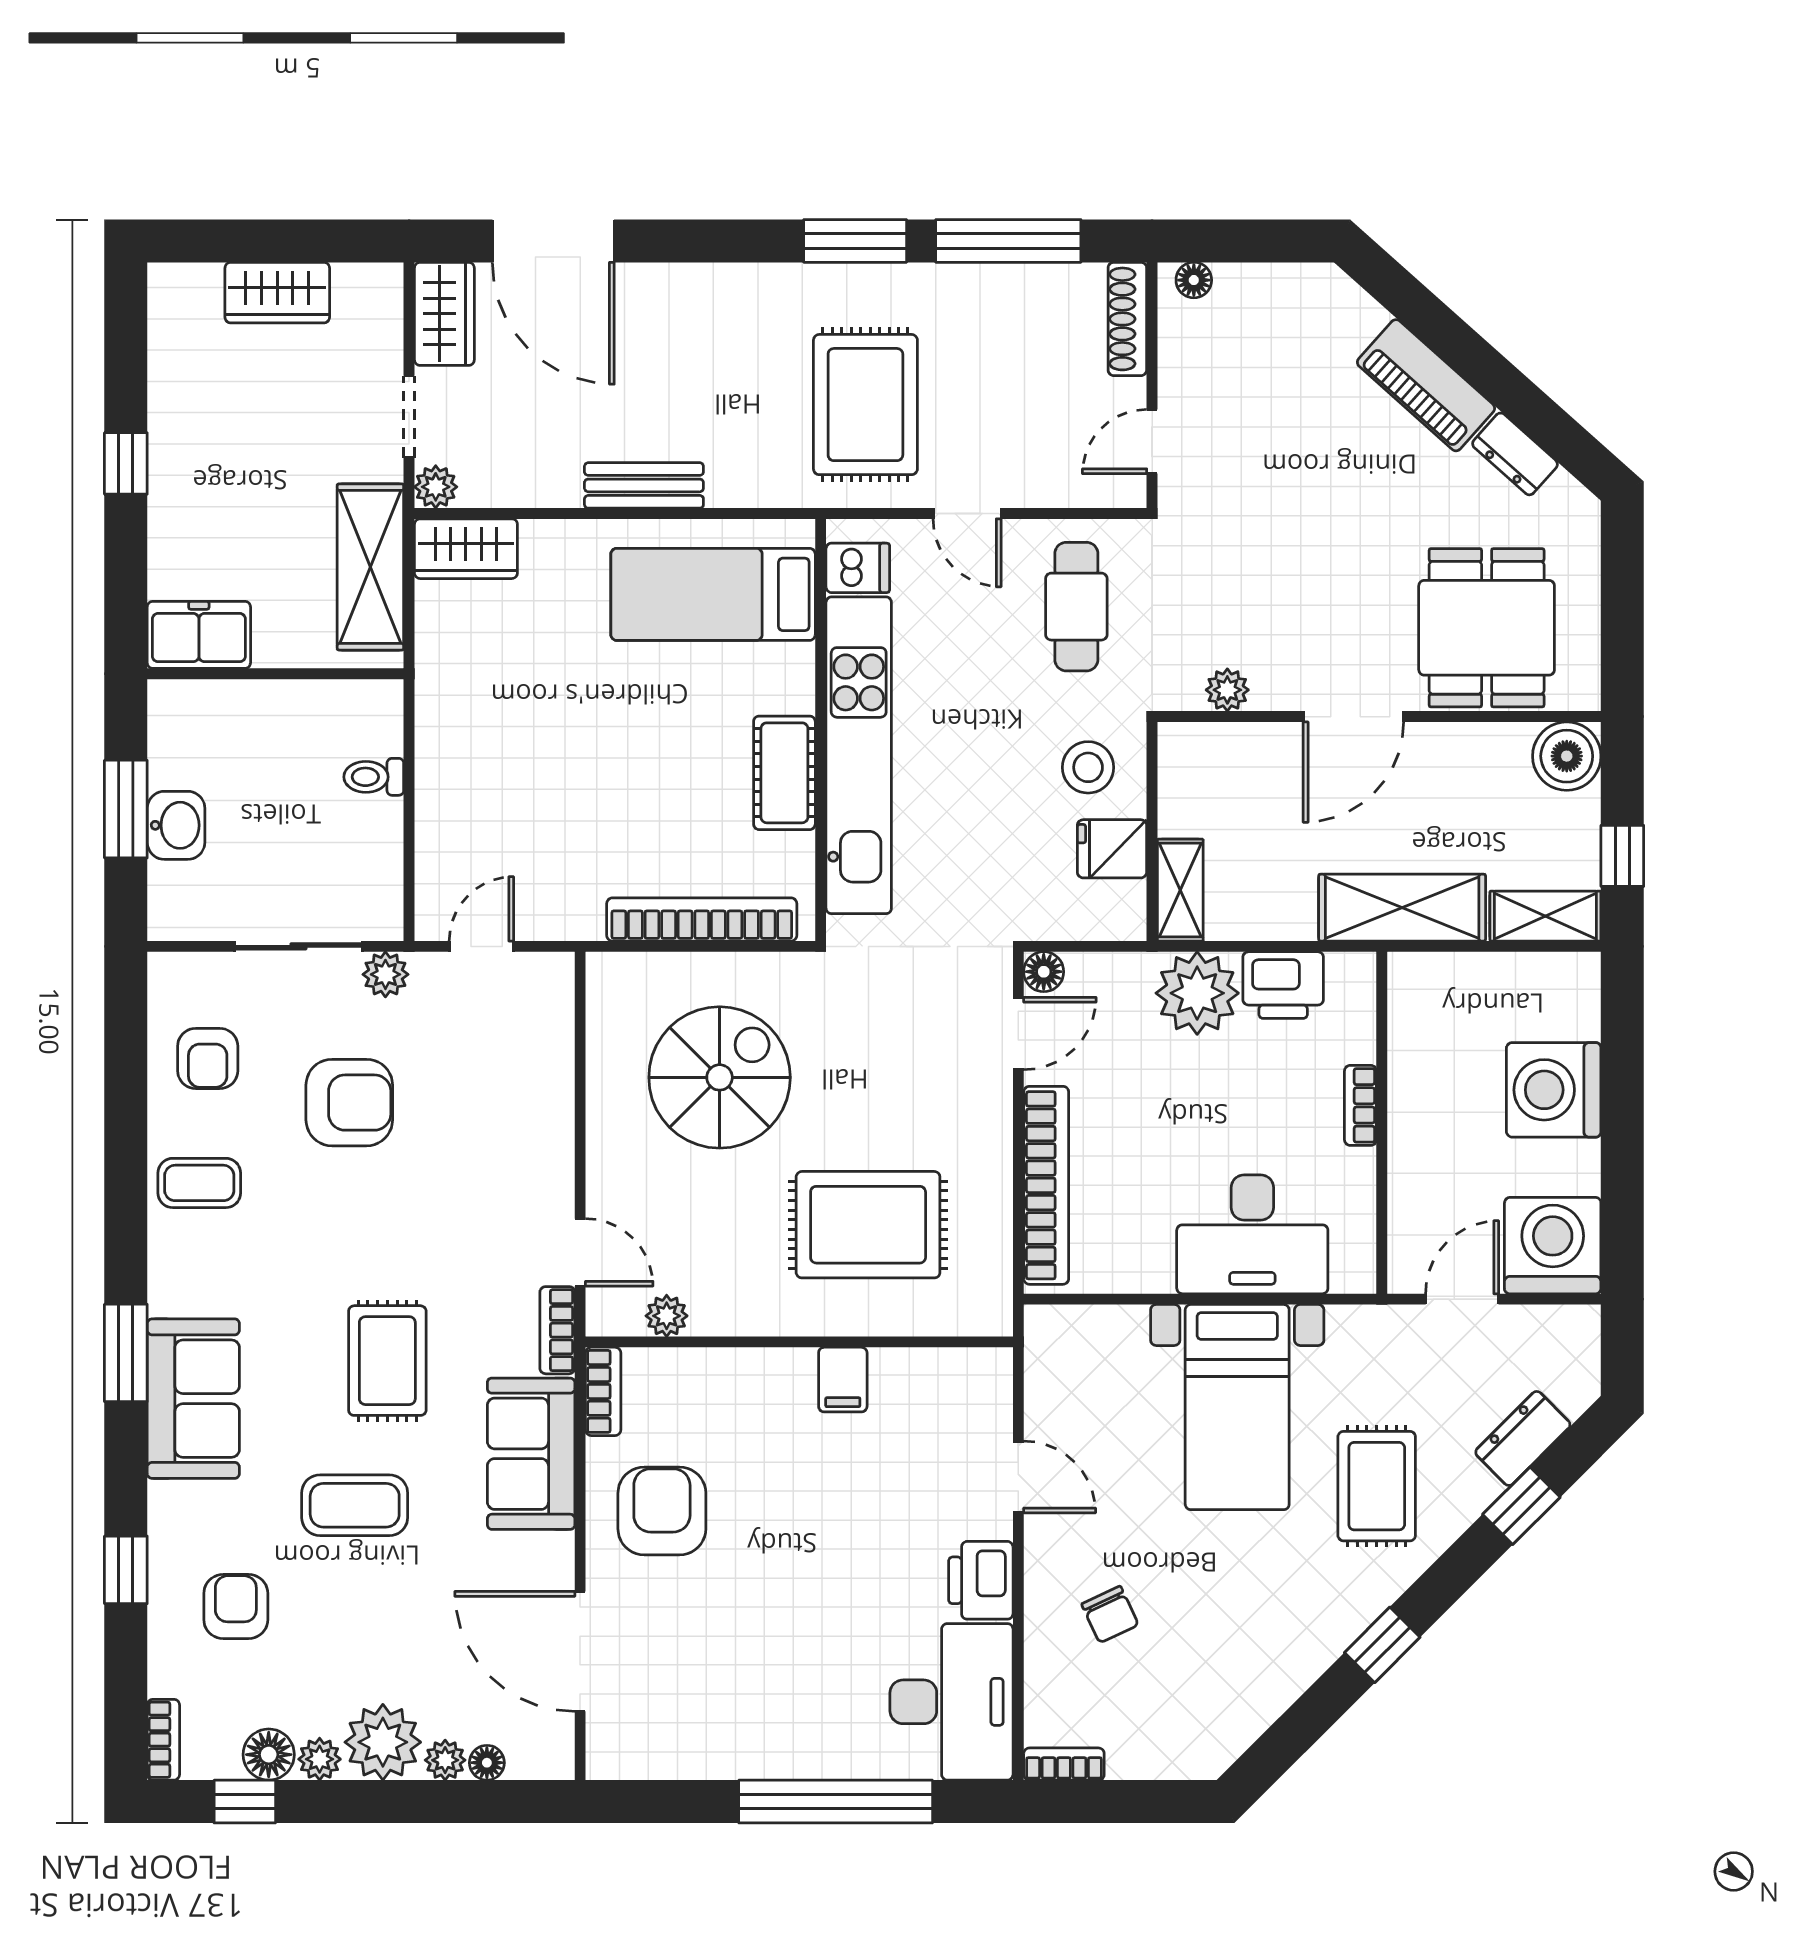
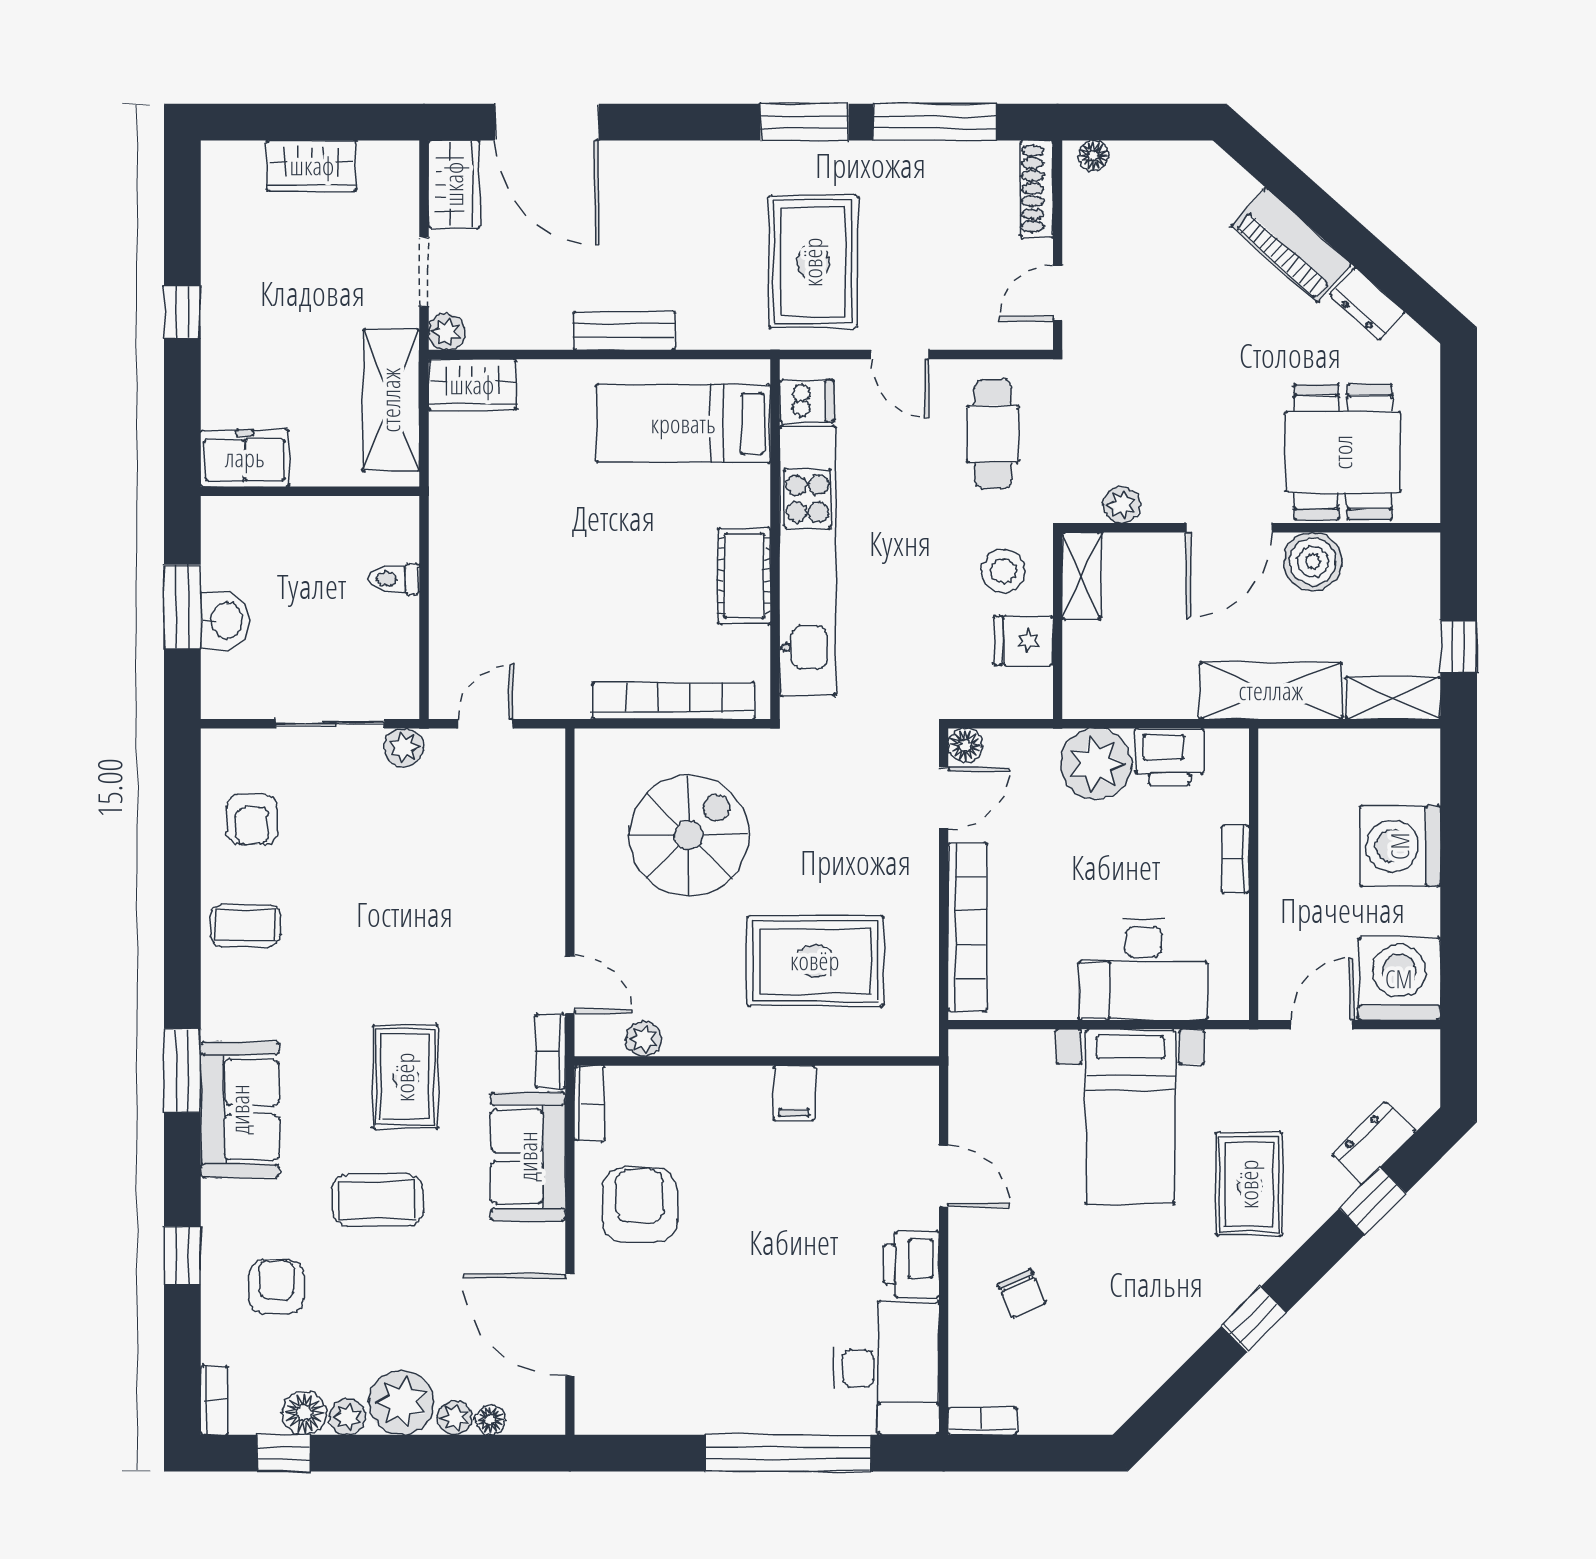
boiler: (1567, 756) -> (1313, 561), moved
shelving: (1180, 890) -> (1082, 576), moved
armchair: (349, 1103) -> (373, 857), removed

